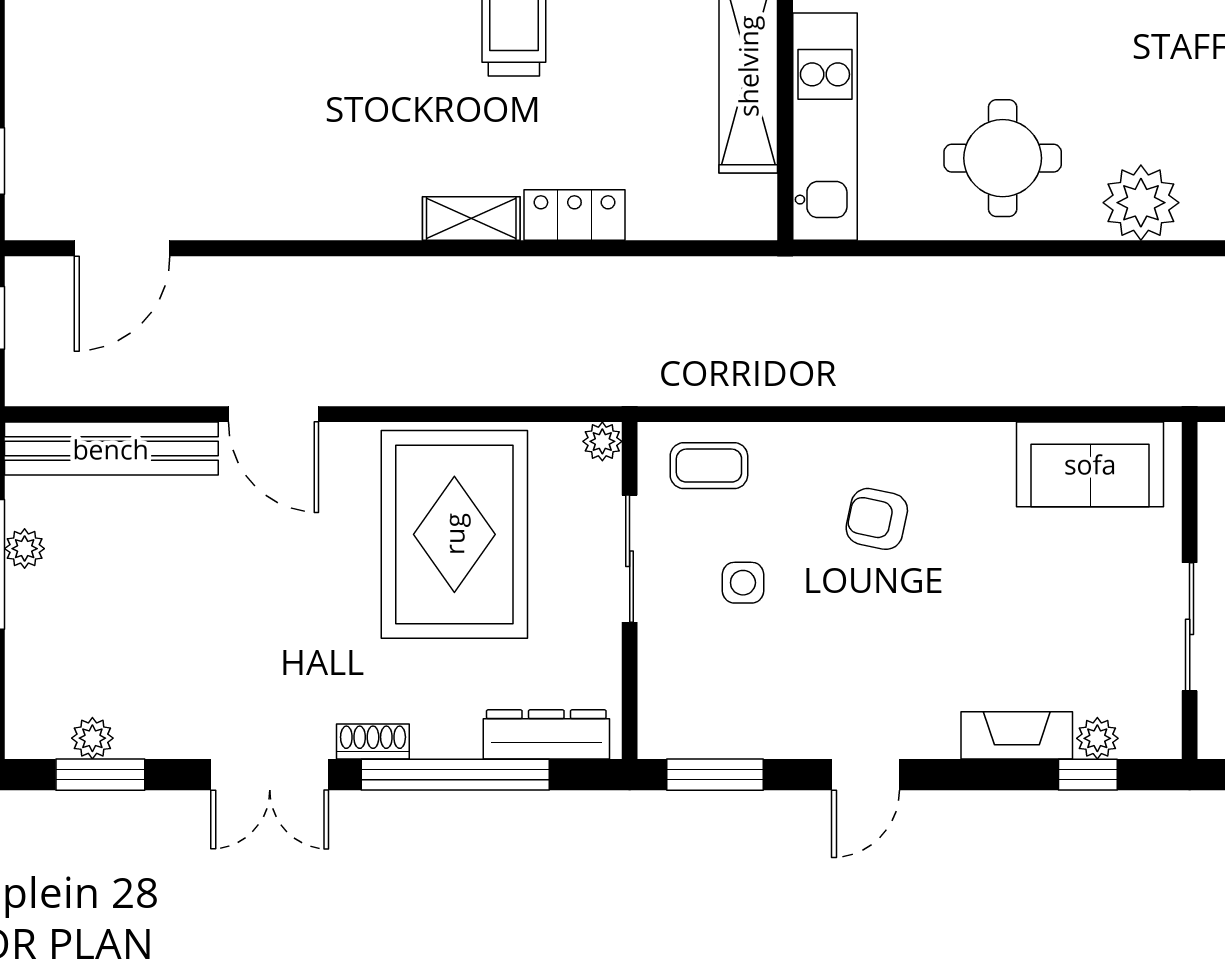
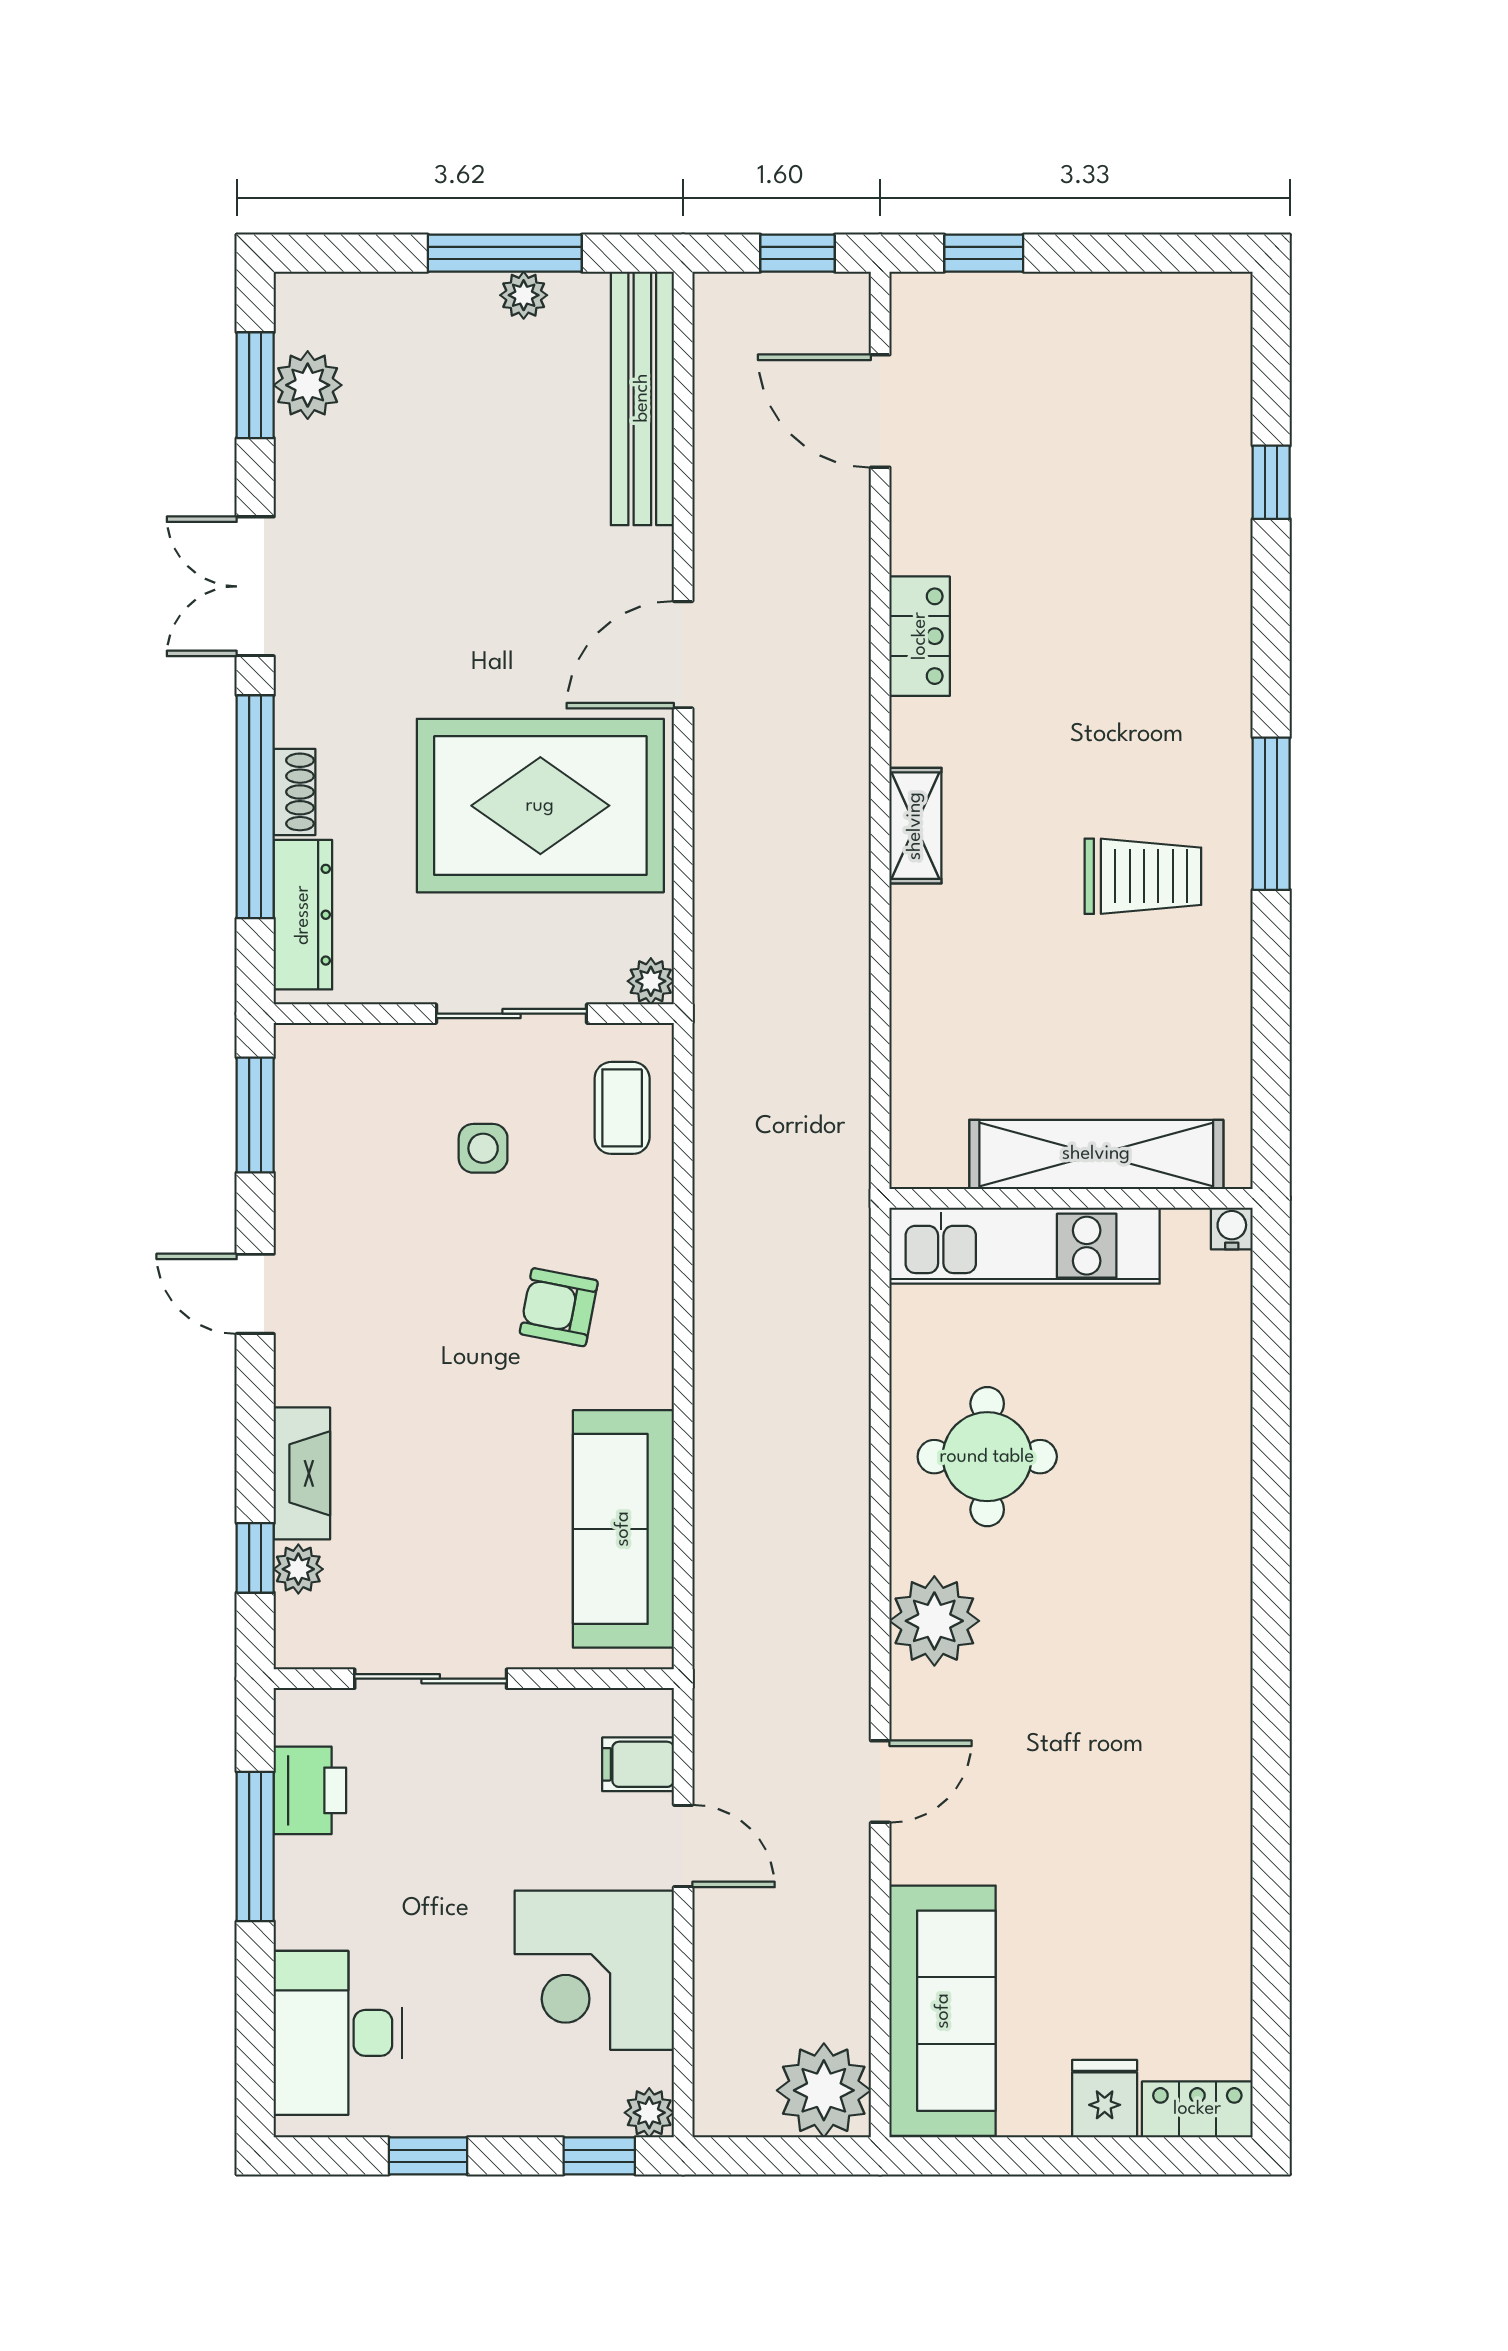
locker: (574, 215) -> (920, 636), moved
door: (274, 414) -> (683, 655), moved
sofa: (1090, 464) -> (623, 1529), width x1.36
armchair: (877, 519) -> (559, 1307), turned -91
plant: (92, 738) -> (308, 385), width x1.38, depth x1.38
shoe rack: (373, 741) -> (295, 792), moved

